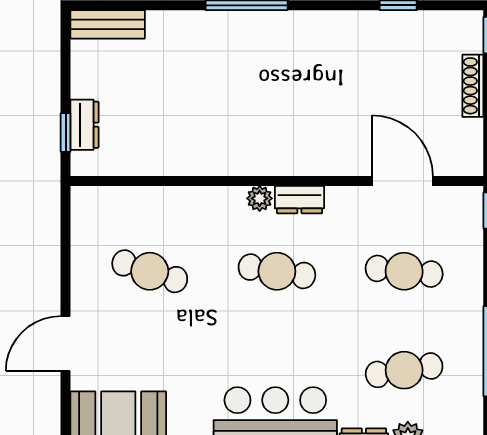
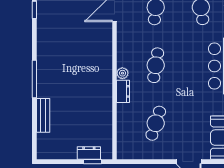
bench: (108, 24) -> (43, 115), moved
dresser: (299, 200) -> (123, 91), moved

